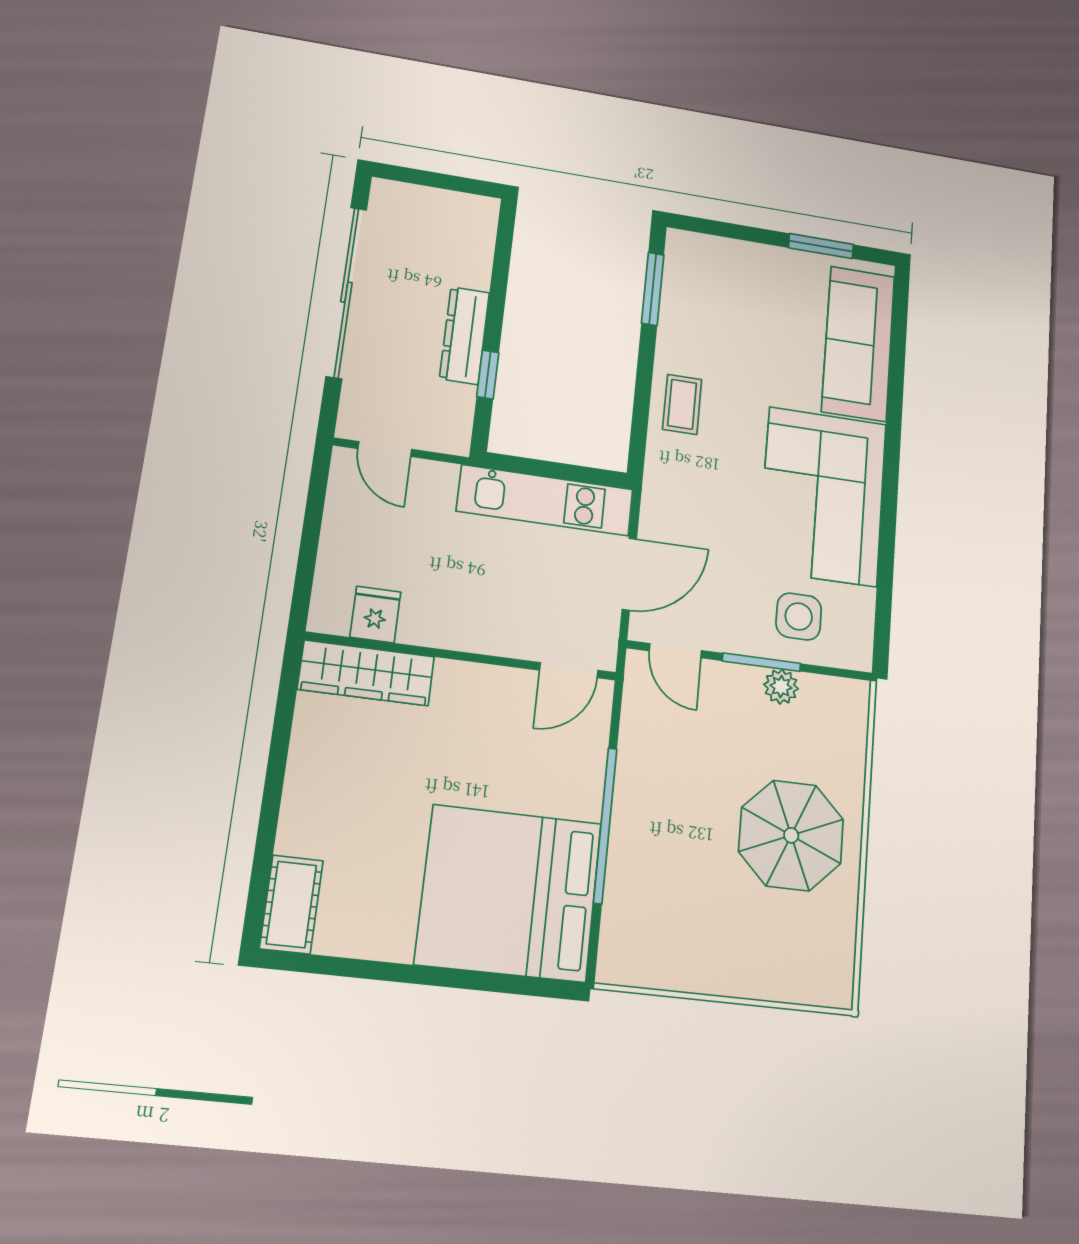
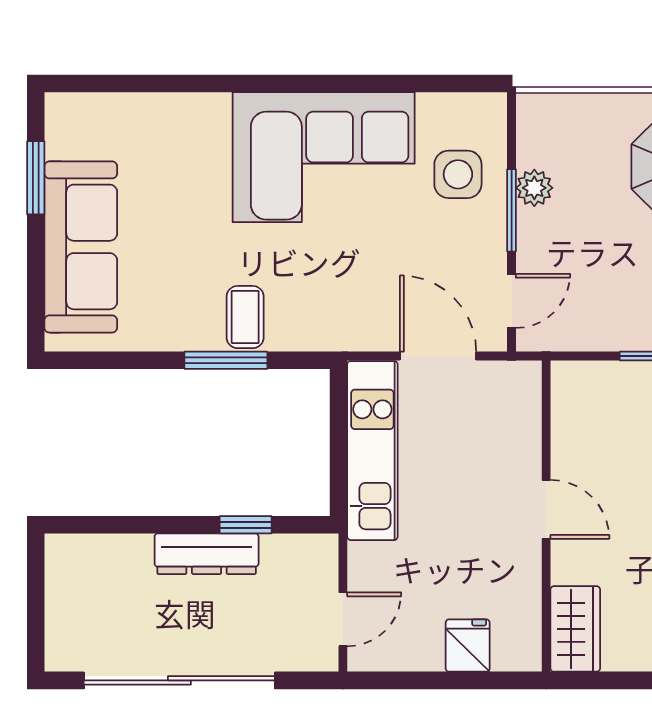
window: (653, 289) -> (226, 360), moved
sofa: (858, 343) -> (81, 247), moved, turned -90
coffee table: (682, 404) -> (245, 317), turned 90
fridge: (375, 615) -> (468, 646), moved, turned 90
door: (569, 670) -> (546, 509), moved
wardrobe: (366, 673) -> (575, 629), width x0.67

